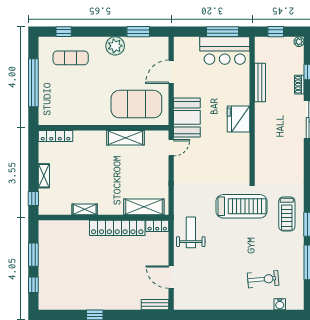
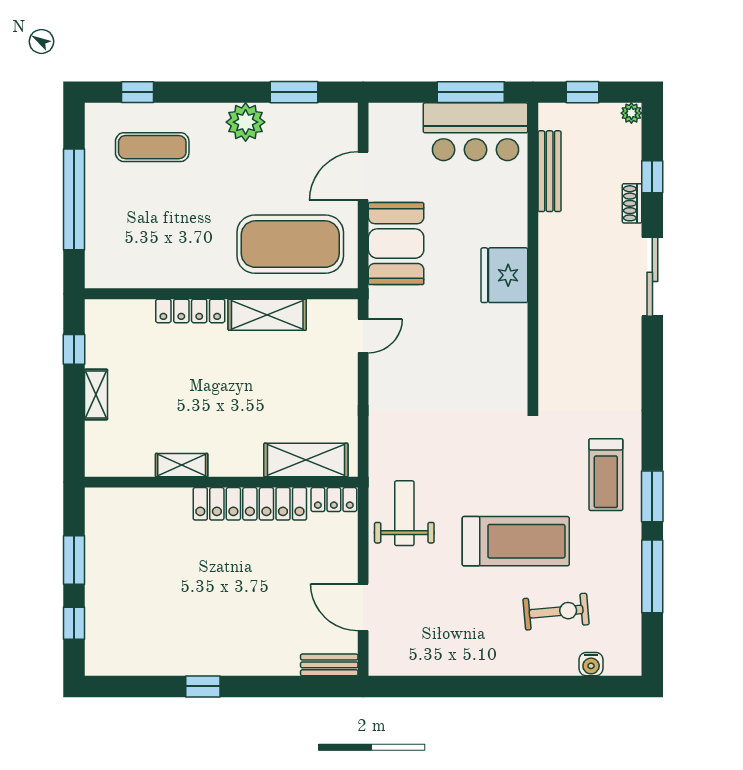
bench: (260, 82) -> (550, 171), moved
booth: (187, 117) -> (396, 244), moved
locker: (56, 136) -> (190, 311), moved
window: (33, 198) -> (74, 349), moved
treadmill: (242, 206) -> (516, 541), moved

